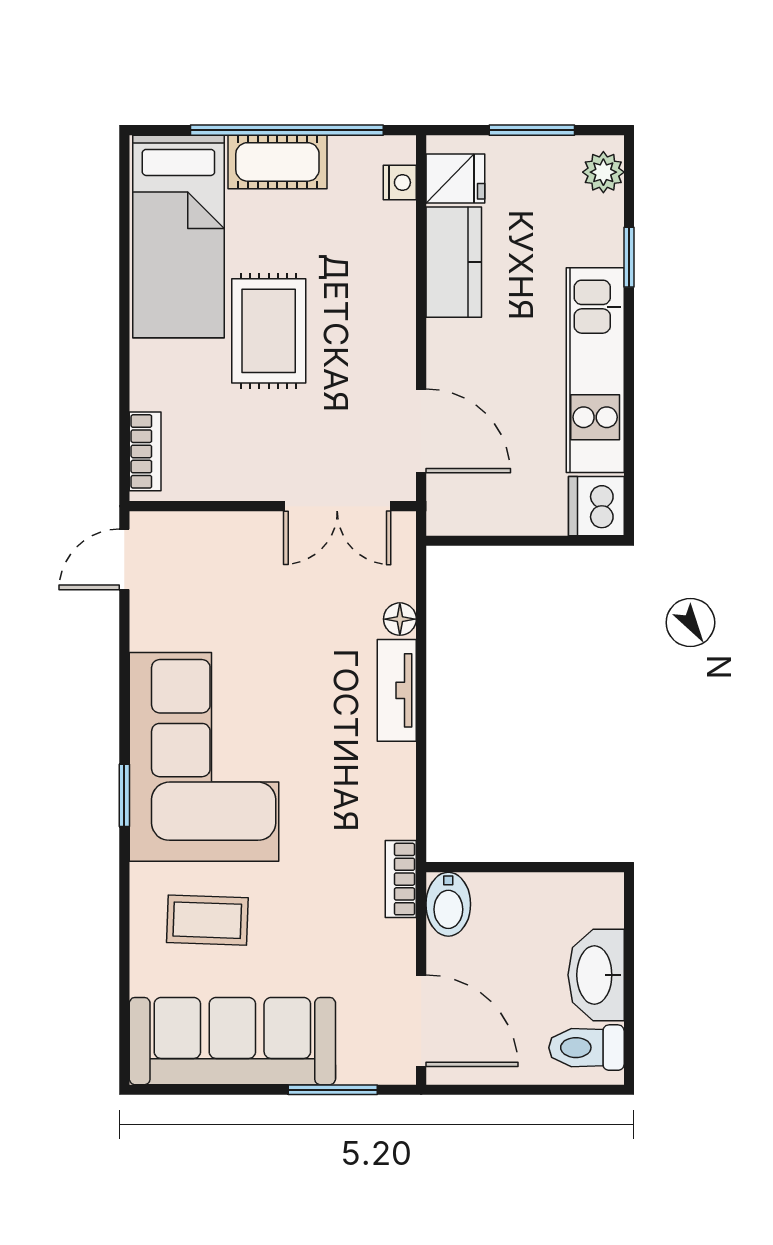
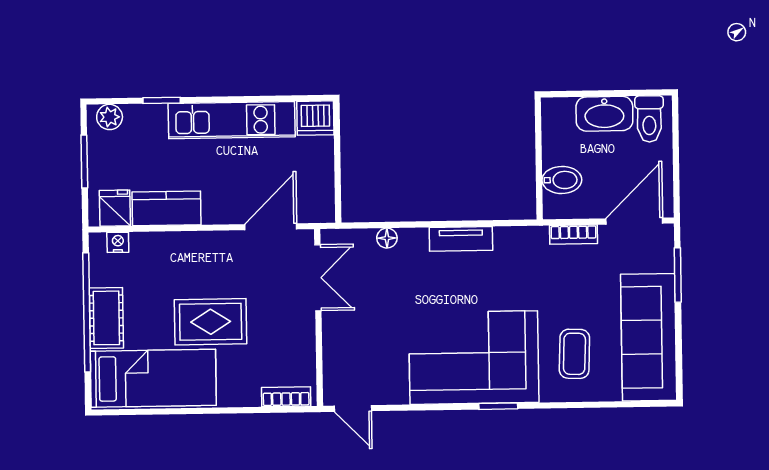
tv unit: (397, 690) -> (461, 239), moved
bookcase: (401, 879) -> (574, 235), moved
bidet: (448, 904) -> (562, 180), moved

